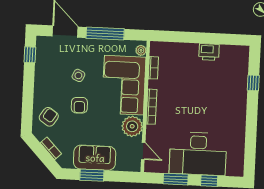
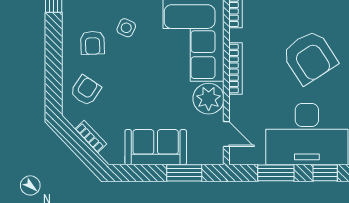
armchair: (202, 101) -> (310, 57), added
armchair: (79, 105) -> (93, 43), moved
window: (92, 175) -> (184, 173), moved

